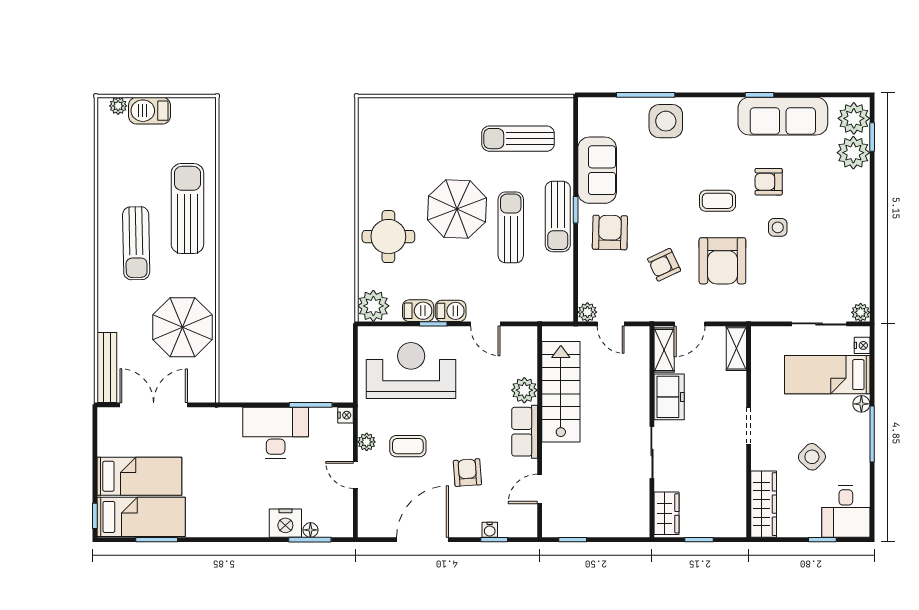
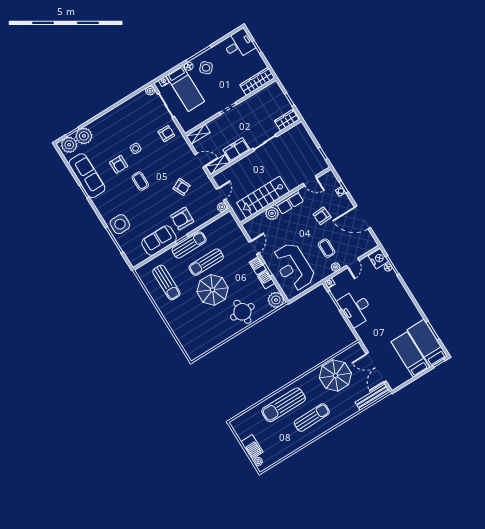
armchair: (722, 261) -> (166, 134), moved, width x0.53, depth x0.53
side table: (812, 457) -> (206, 68), moved
nightstand: (285, 523) -> (378, 259), moved

